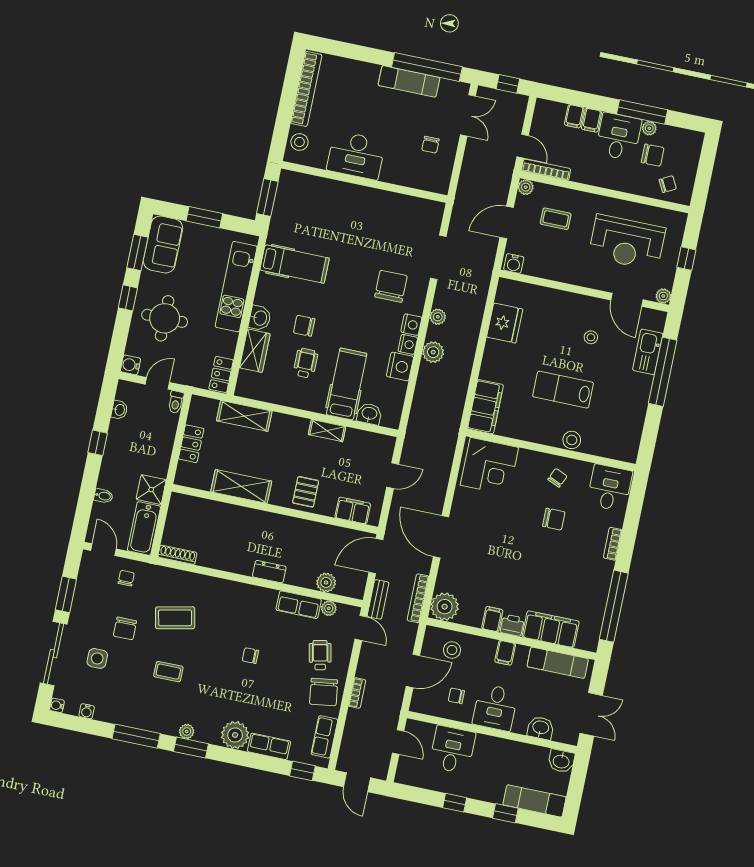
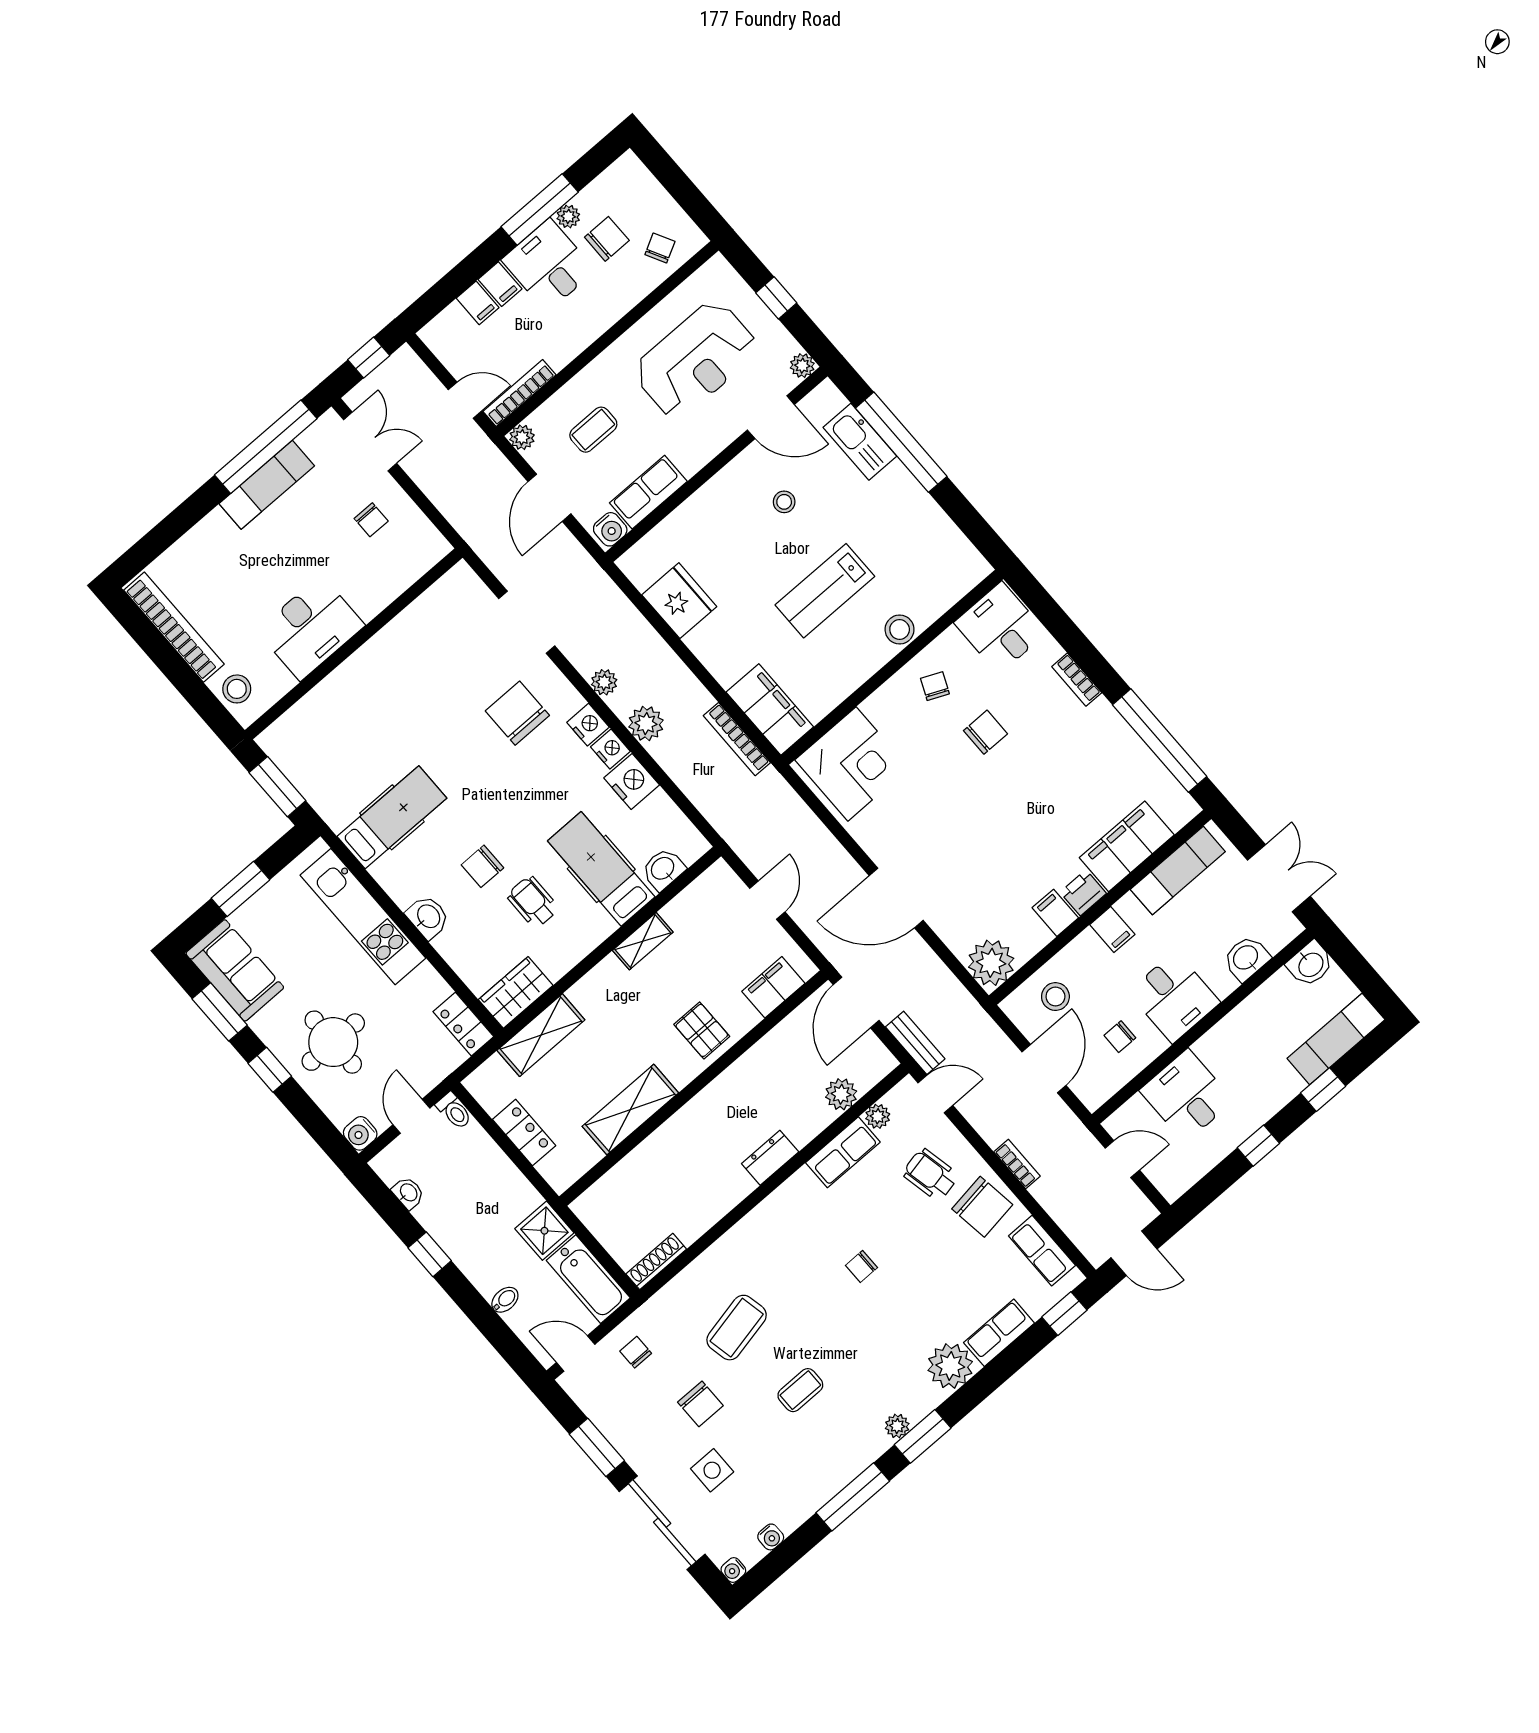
row of seats: (546, 268) -> (648, 492), added
wardrobe: (255, 351) -> (516, 992), moved, turned -90
bookcase: (418, 598) -> (737, 739), moved

